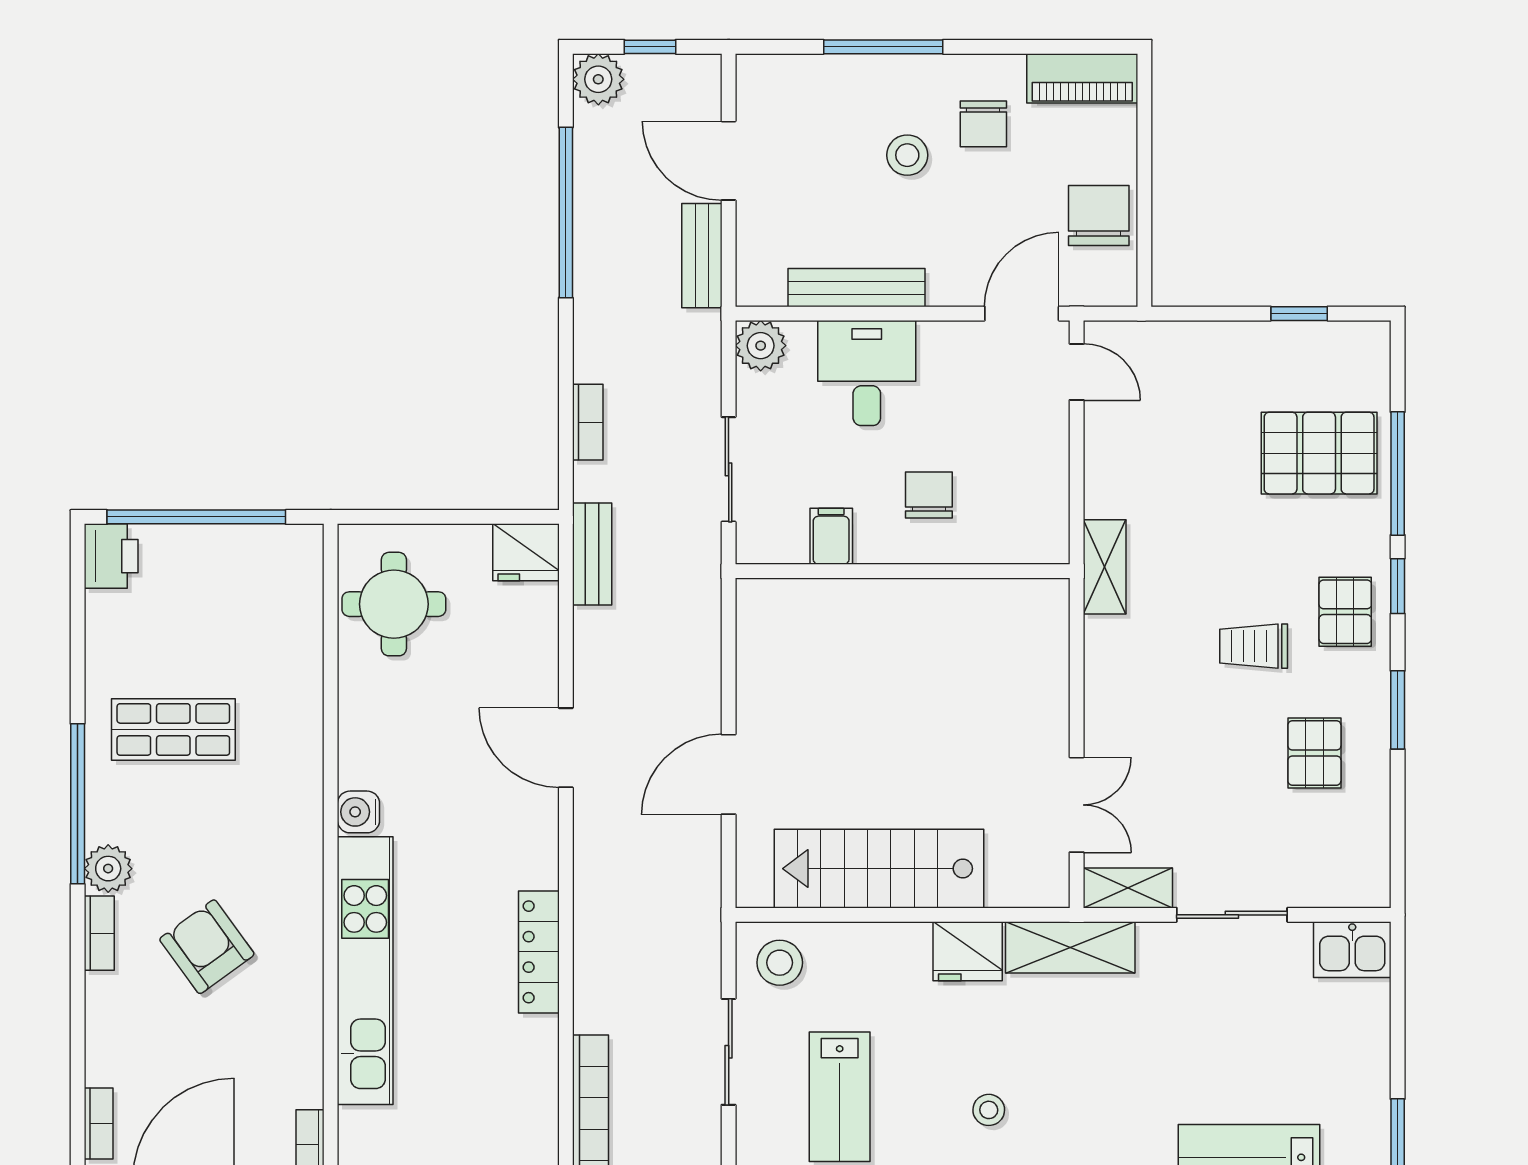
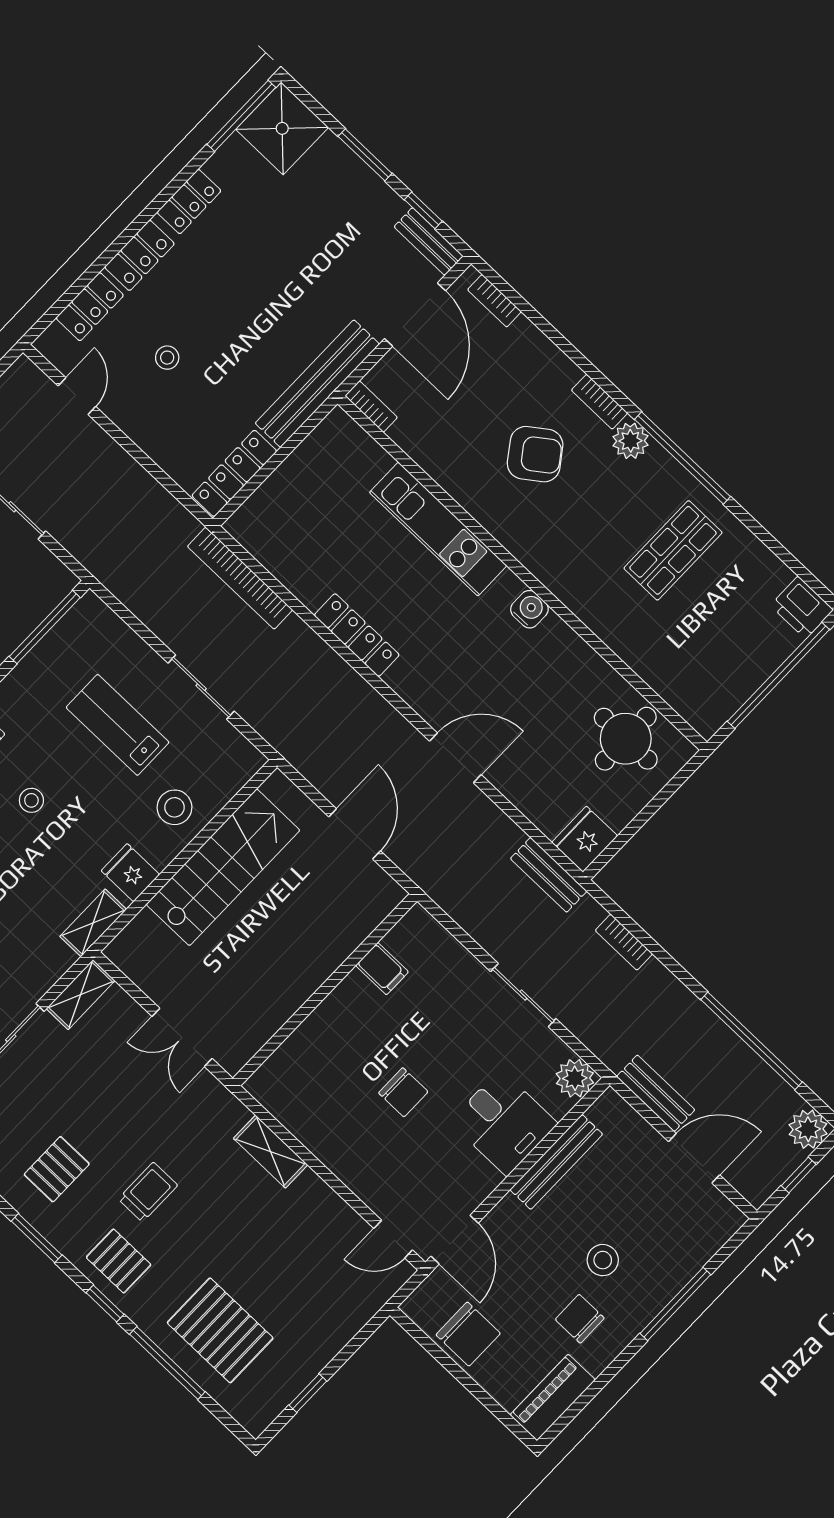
pallet: (1319, 453) -> (220, 1330), turned 90
filing cabinet: (831, 536) -> (382, 969), moved
wall: (903, 571) -> (325, 990), moved
pallet: (1314, 753) -> (57, 1169), turned 90
double door: (1077, 805) -> (182, 1037), moved
shelving: (1070, 947) -> (93, 923), width x0.67, depth x0.75
fridge: (968, 951) -> (130, 873), width x0.72
stool: (780, 963) -> (174, 807), moved
kitchen unit: (365, 971) -> (438, 529), width x0.73

